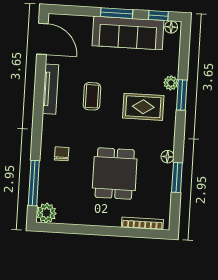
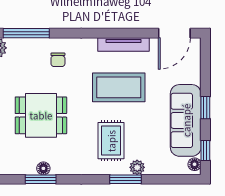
window: (117, 13) -> (205, 108), width x0.67
coffee table: (92, 96) -> (119, 87), width x1.86, depth x1.72
chair: (62, 154) -> (58, 60), turned 90
floor lamp: (167, 157) -> (43, 168), moved

